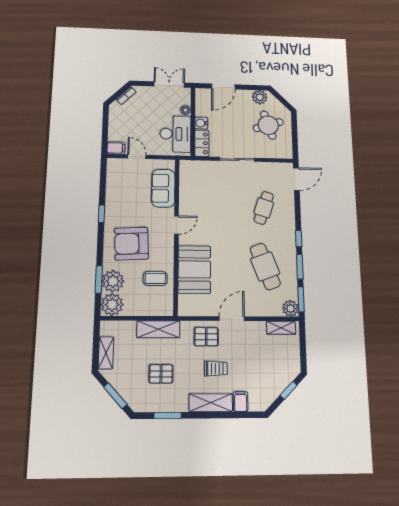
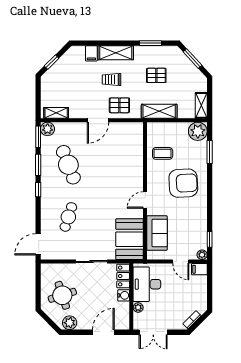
window: (102, 214) -> (210, 239), moved
booth: (194, 269) -> (129, 239), moved
plant: (113, 281) -> (202, 255), moved, width x0.53, depth x0.53
shelving: (106, 353) -> (201, 105), moved

